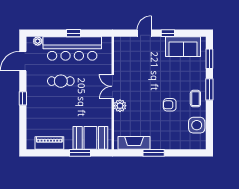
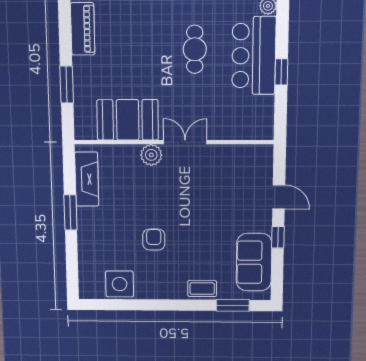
bar counter: (72, 48) -> (254, 56), width x0.73
window: (209, 89) -> (181, 305), removed
coffee table: (195, 99) -> (202, 288), moved
booth: (90, 138) -> (128, 120), moved, turned 90

